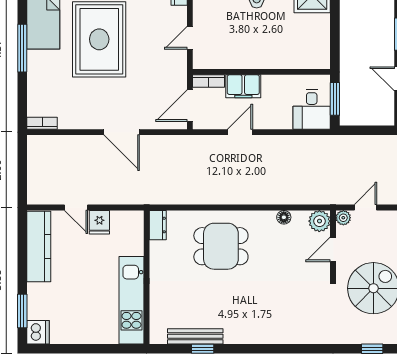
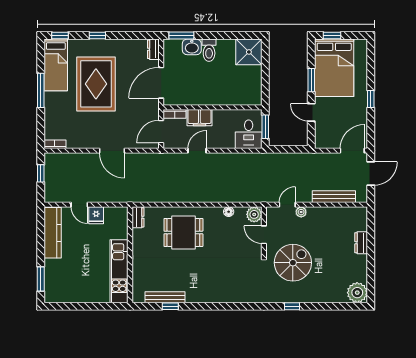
door: (190, 38) -> (161, 83), width x1.88
window: (22, 164) -> (41, 173), added
plant: (343, 218) -> (301, 212), moved
door: (333, 249) -> (264, 235), hinge flipped
dishwasher: (38, 332) -> (52, 294), removed

